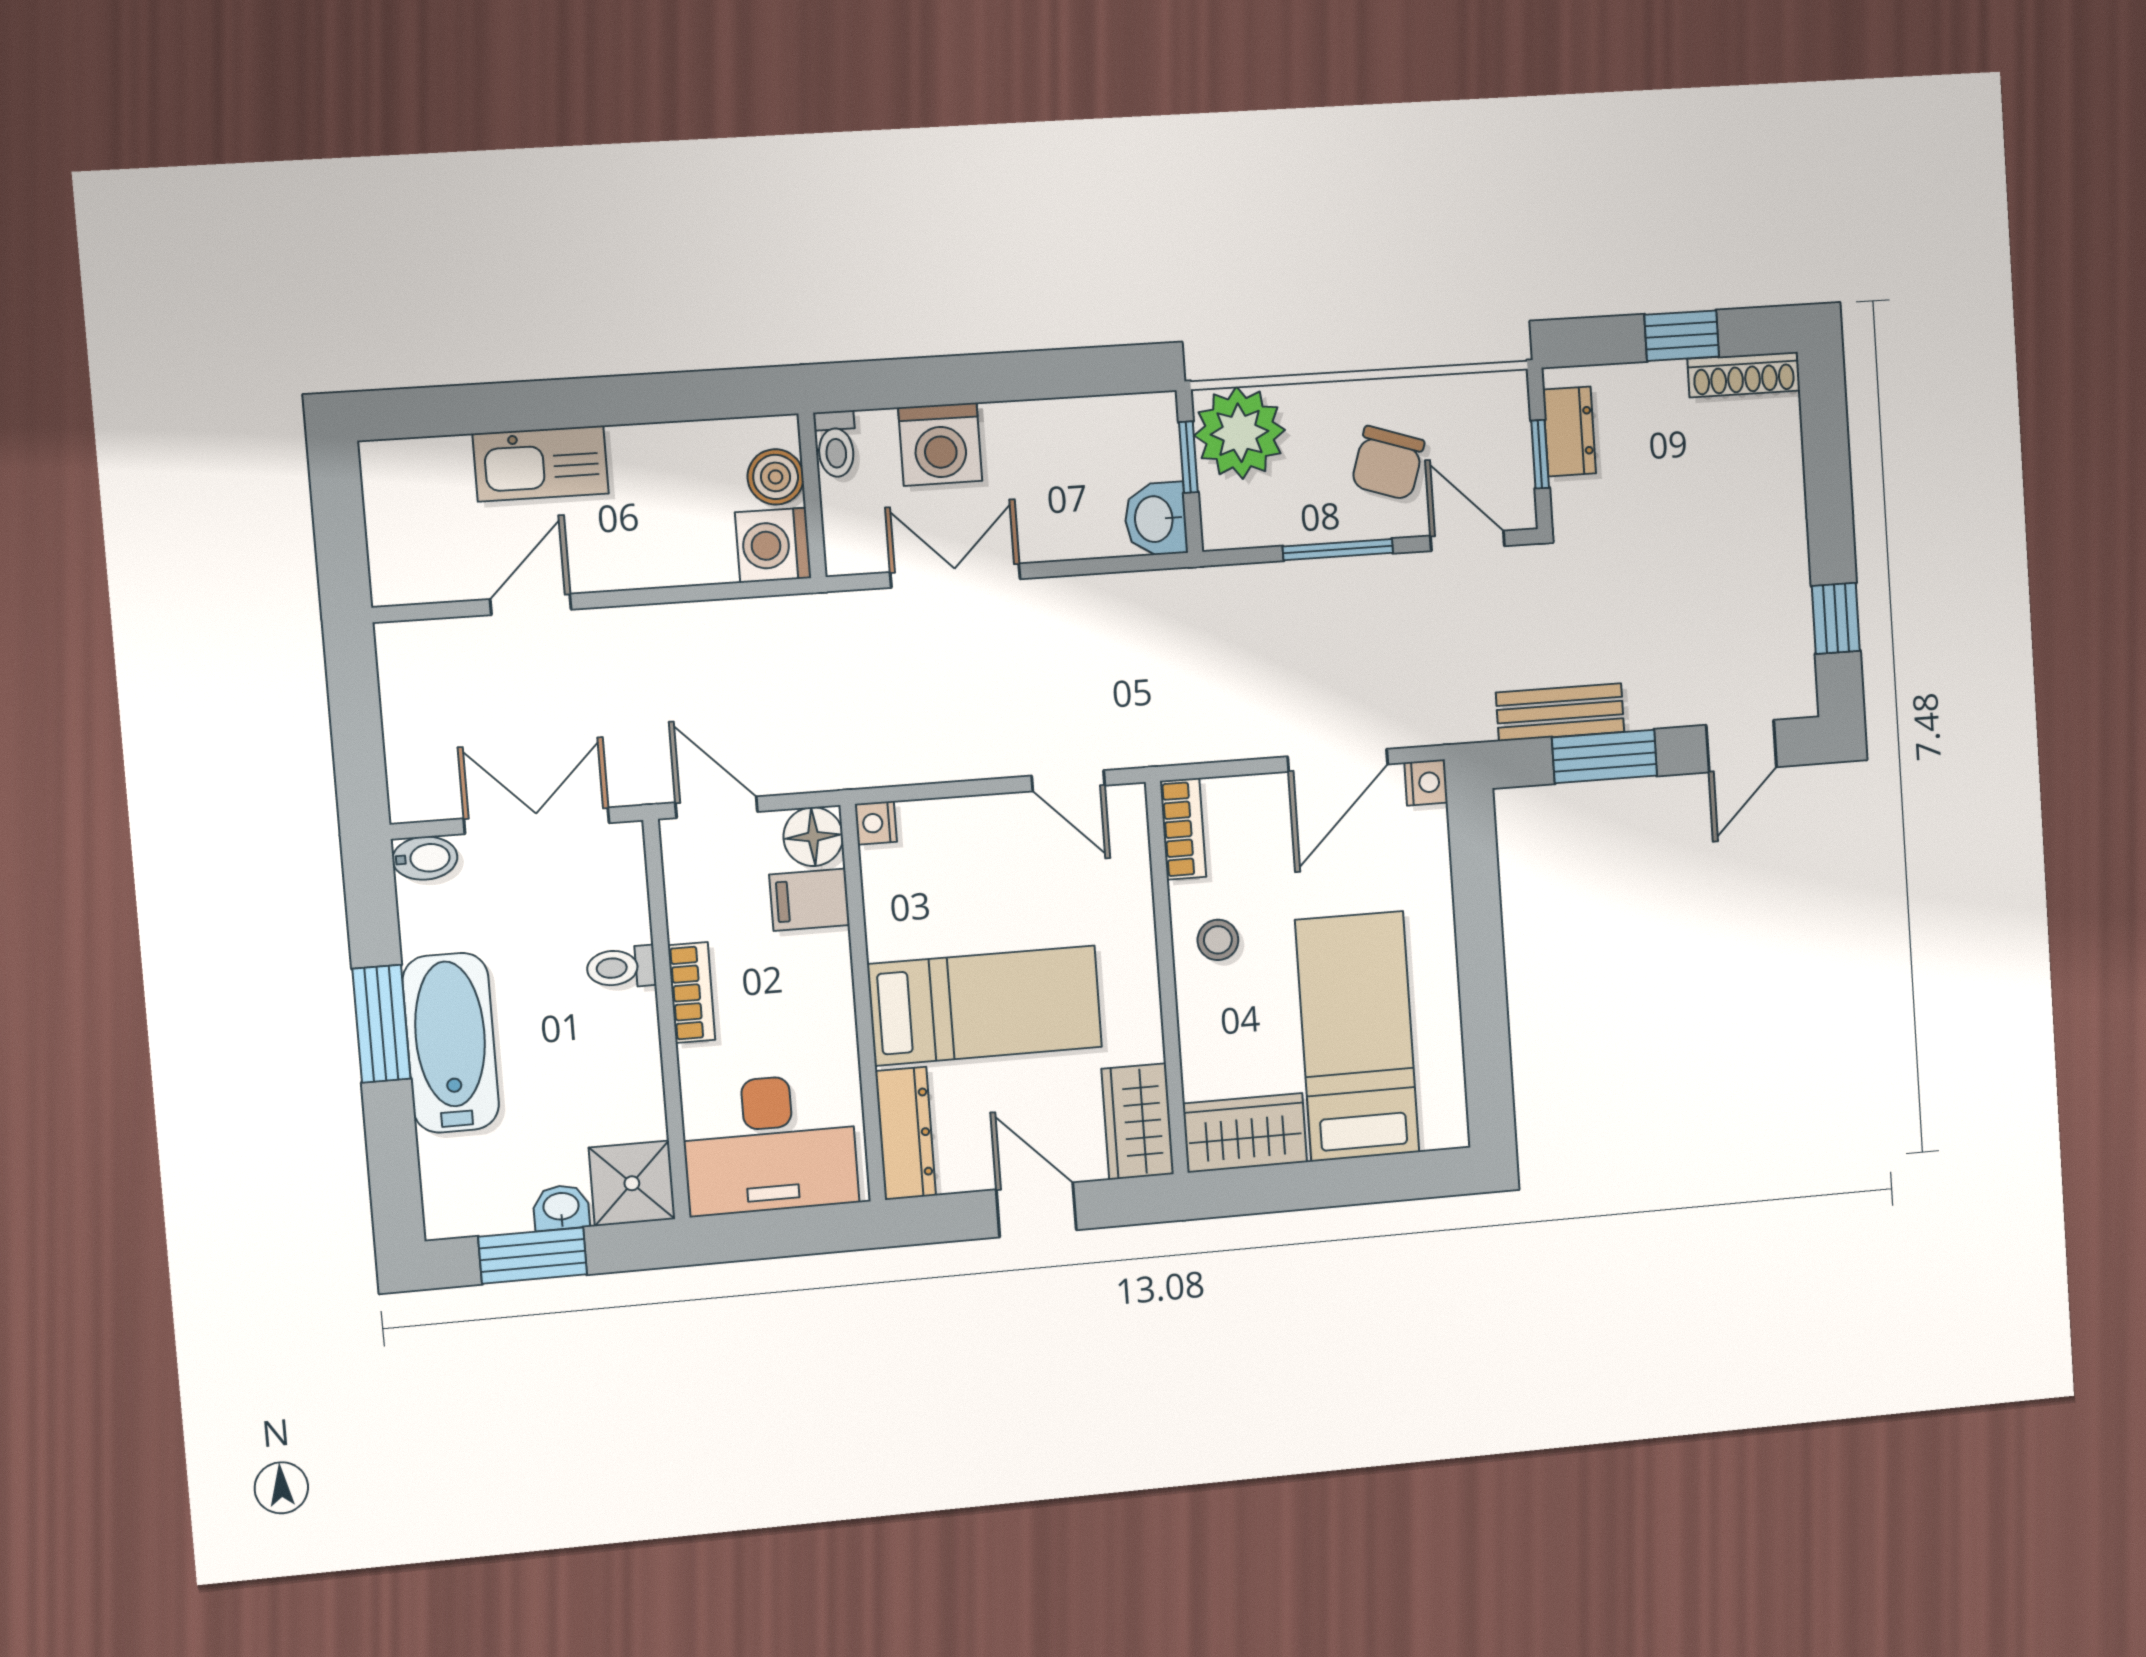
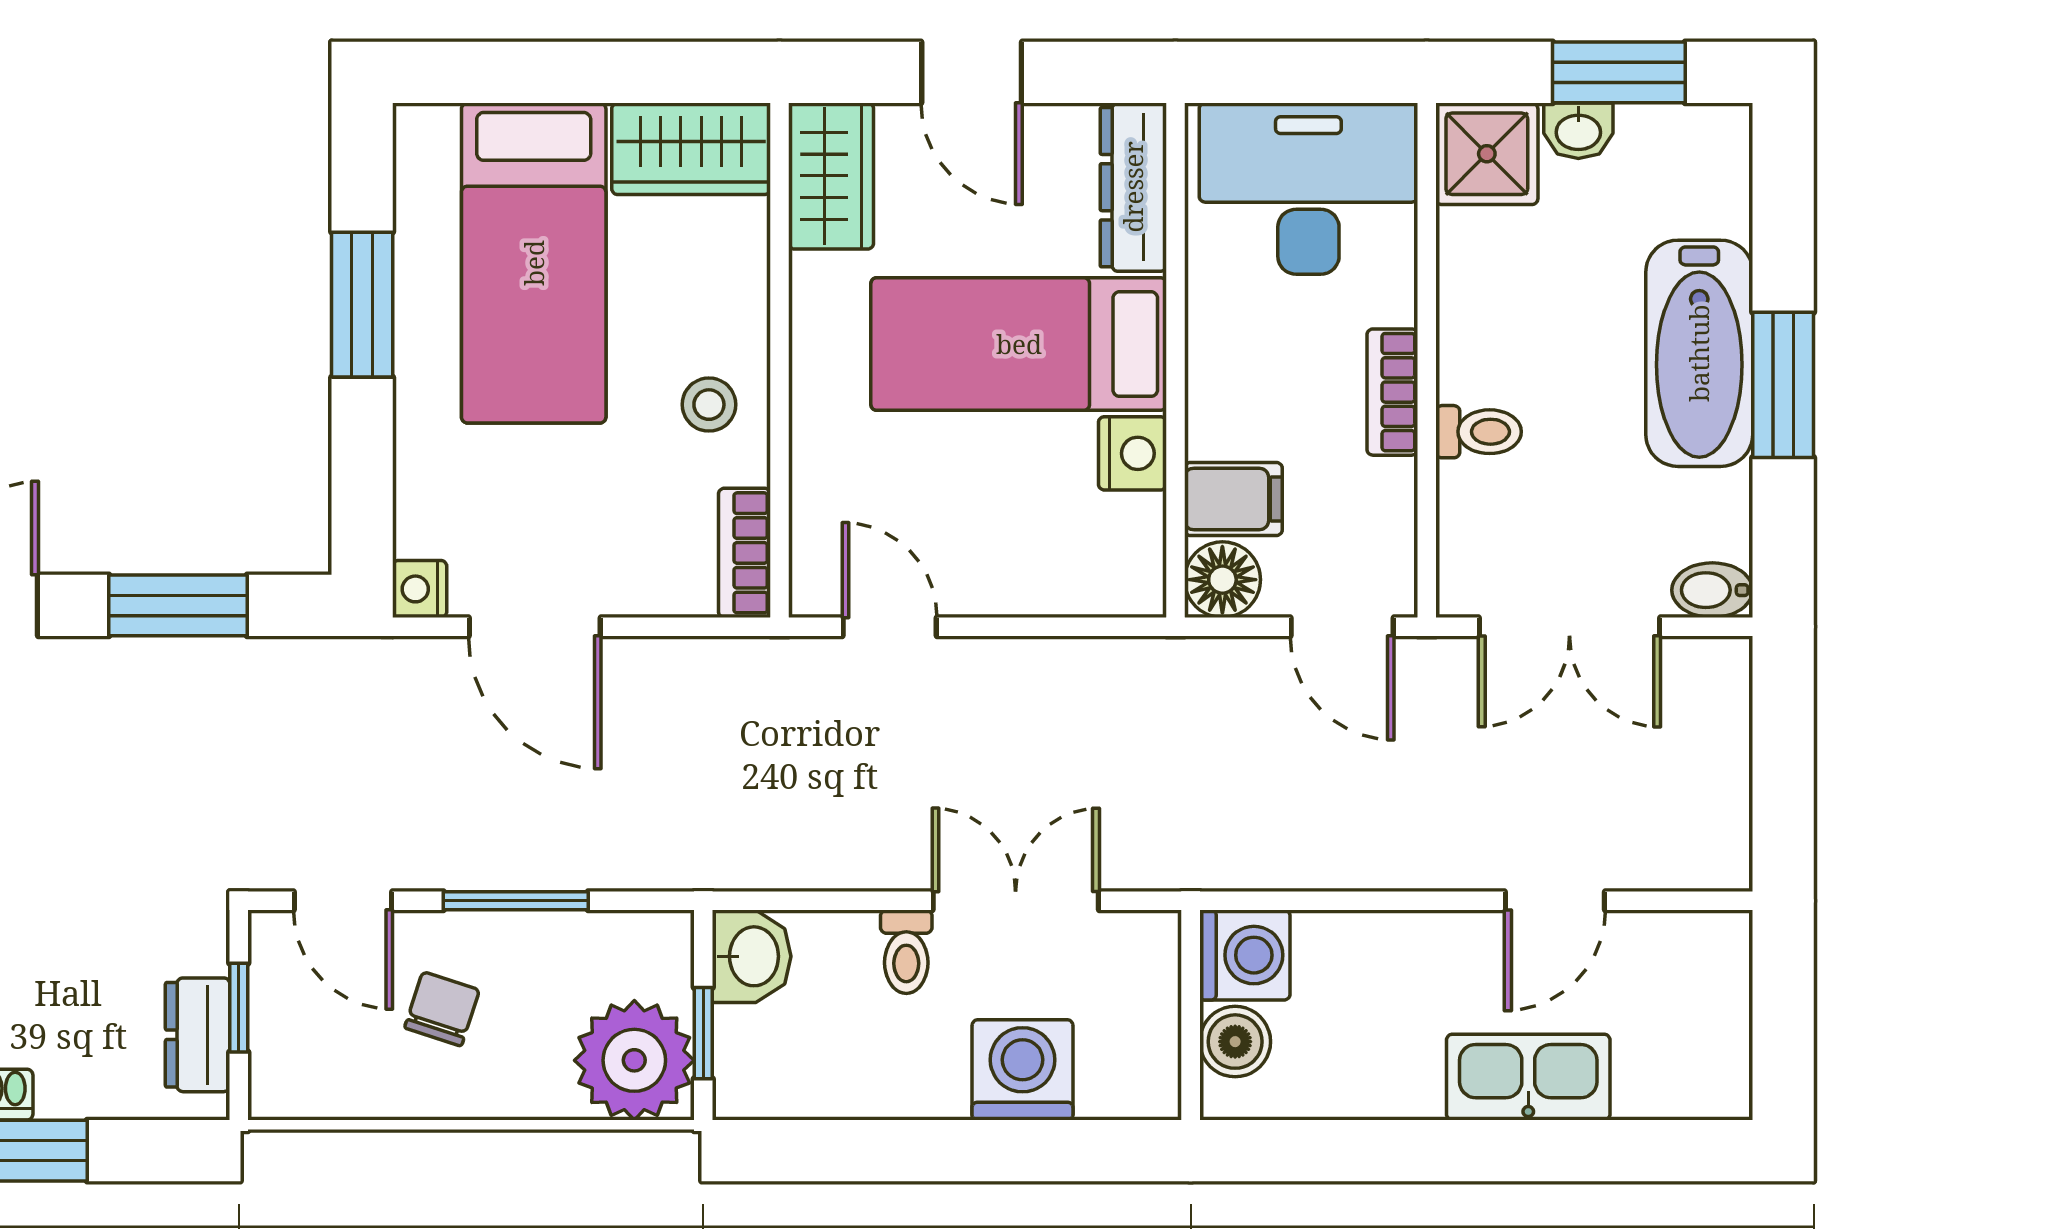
toilet: (836, 444) -> (906, 952), moved, turned 180
chair: (1388, 463) -> (442, 1009), width x0.73, depth x0.73
double door: (955, 576) -> (1016, 901), swing flipped
bench: (1560, 712) -> (234, 668), removed
door: (1338, 760) -> (535, 627), swing flipped
nightstand: (876, 823) -> (1132, 453), moved, width x1.39, depth x1.35
window: (1483, 994) -> (362, 305), added

